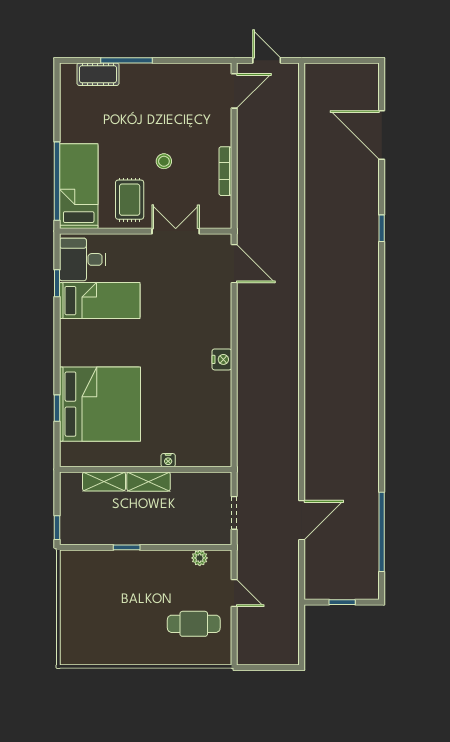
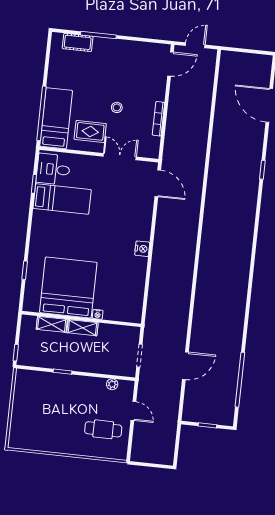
door: (267, 60) -> (195, 45), hinge flipped
rug: (130, 200) -> (90, 131), turned 90
bed: (100, 404) -> (68, 288), moved, turned -90

